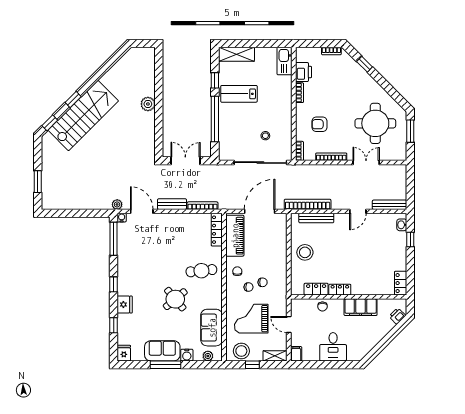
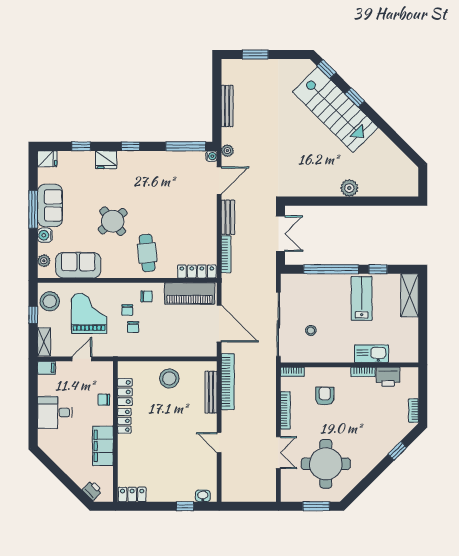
kitchen sink: (285, 61) -> (371, 354), moved
bench: (390, 205) -> (227, 106), moved

